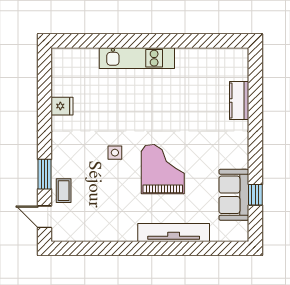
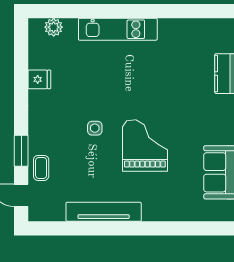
plant: (76, 56) -> (54, 27), added
tv unit: (174, 232) -> (104, 212), moved

